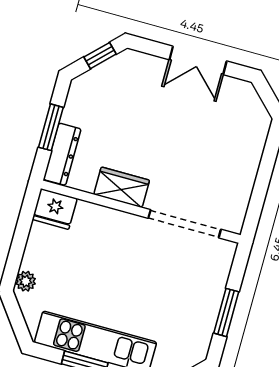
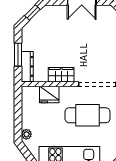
fridge: (55, 209) -> (49, 95), moved
cafe table: (150, 277) -> (87, 115), added

